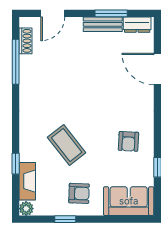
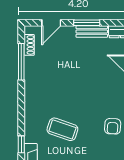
window: (111, 13) -> (87, 23), moved
coffee table: (67, 145) -> (62, 129), turned -33

